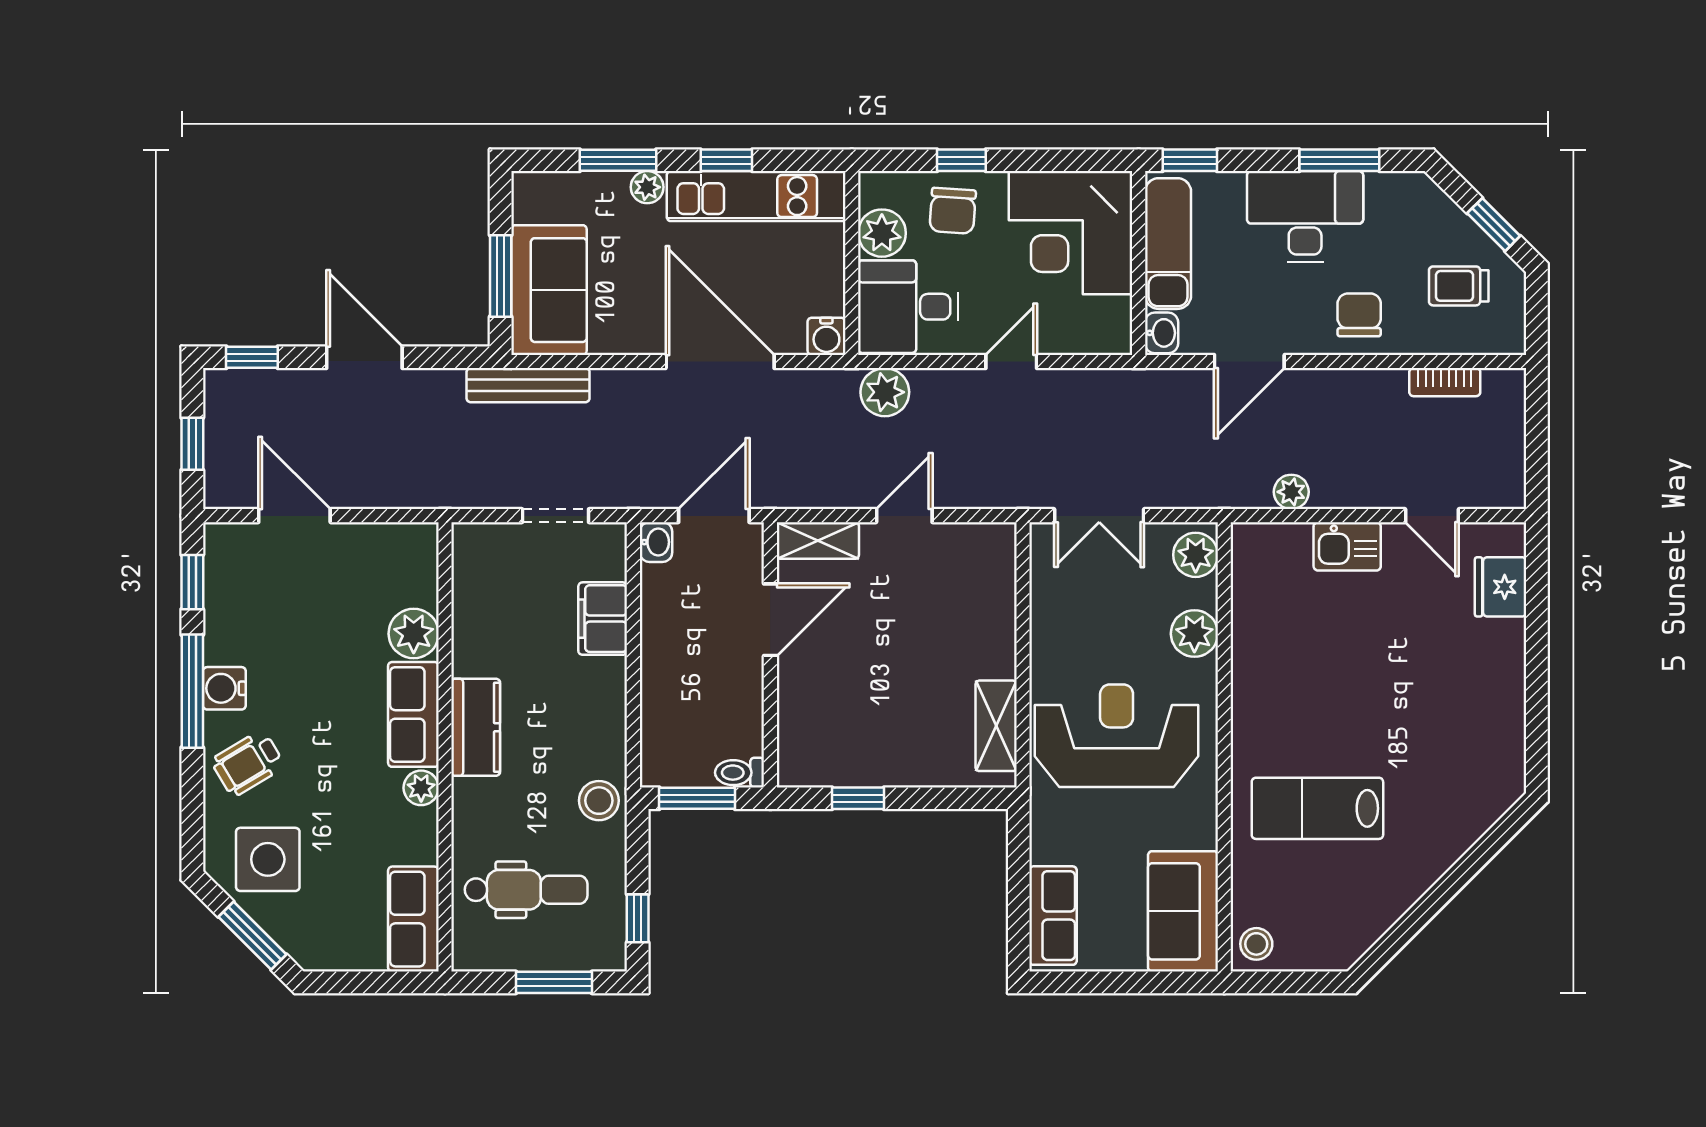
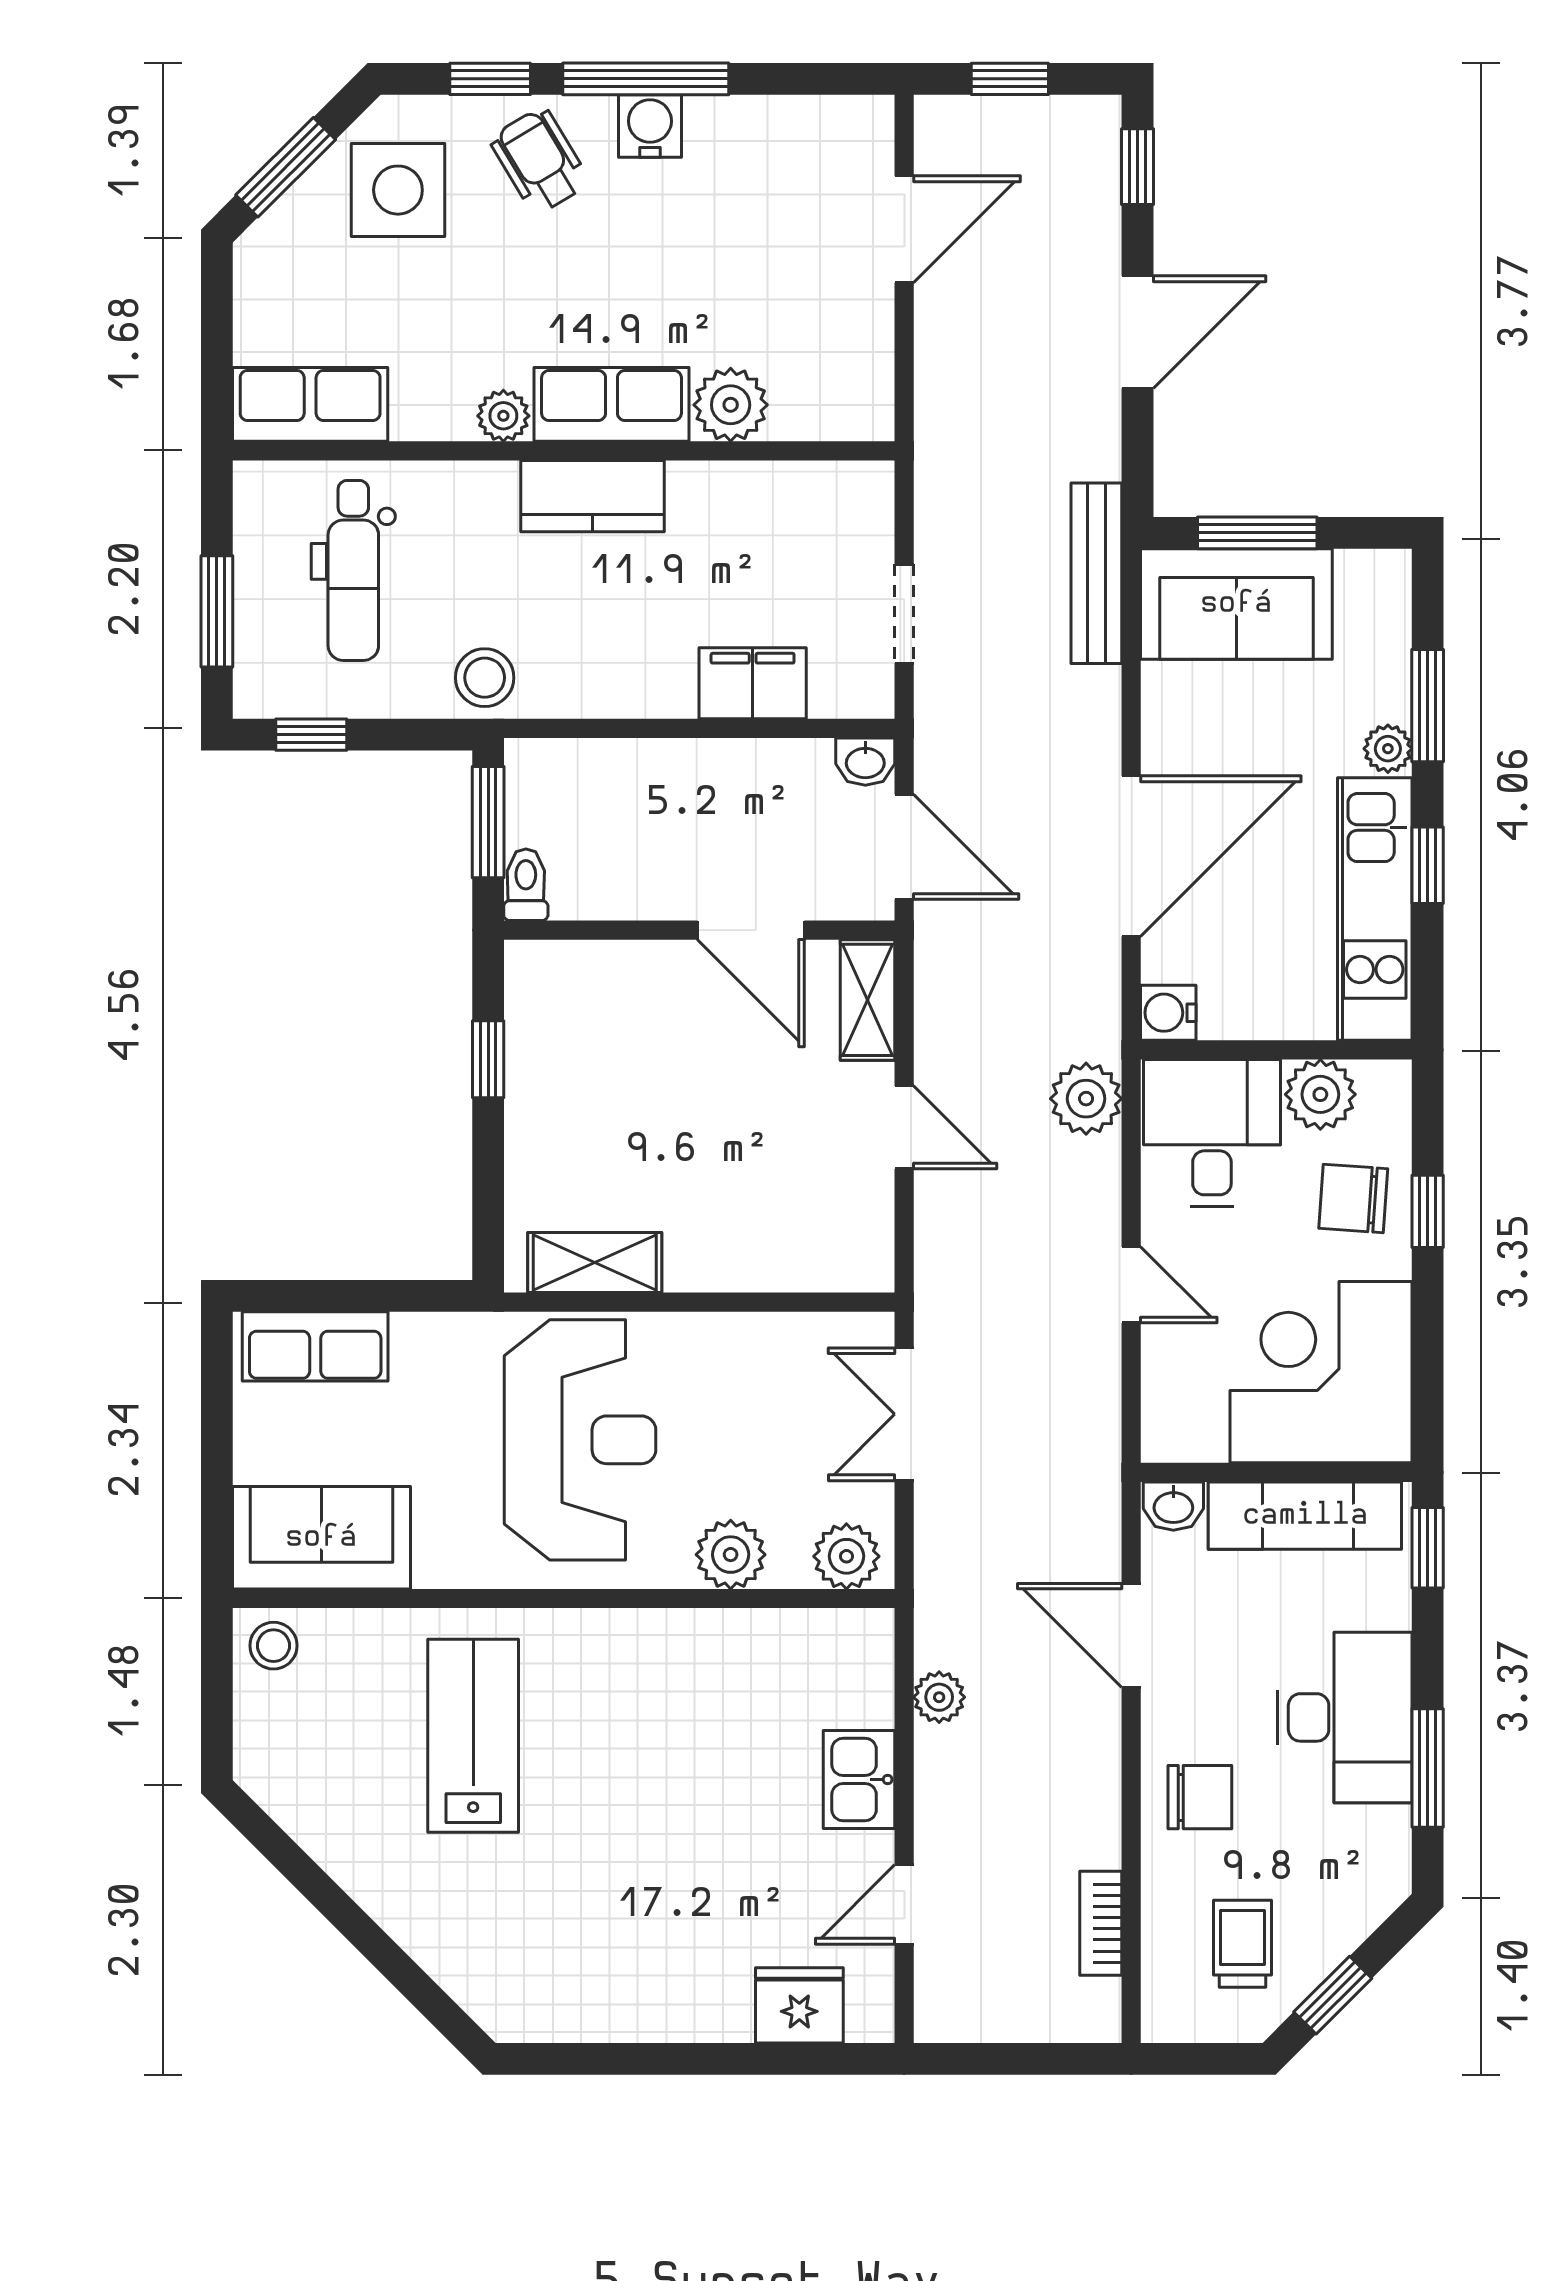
window: (192, 582) -> (490, 79), moved

